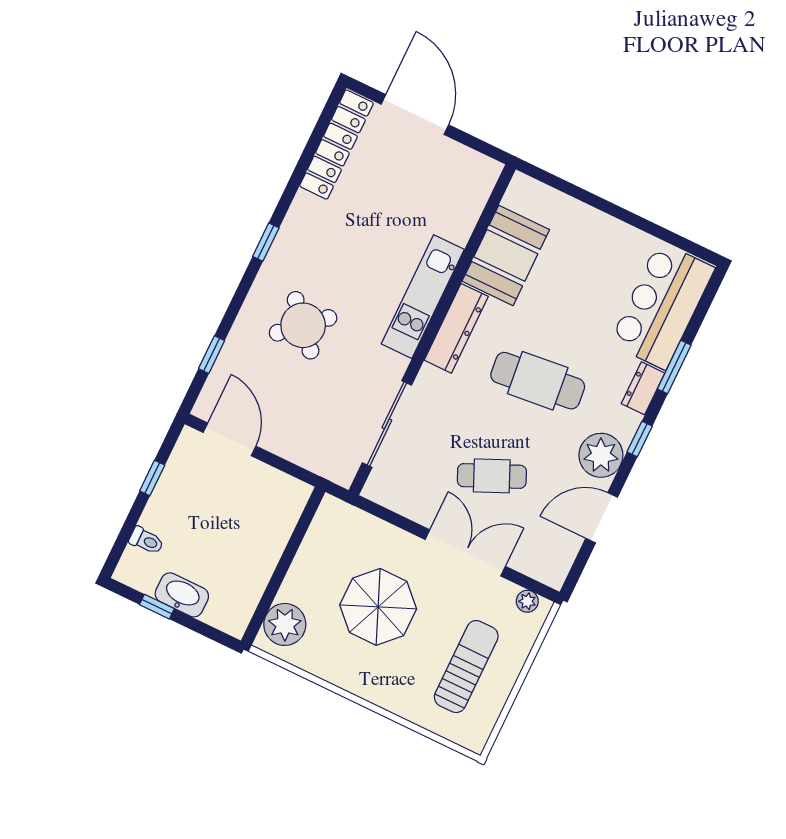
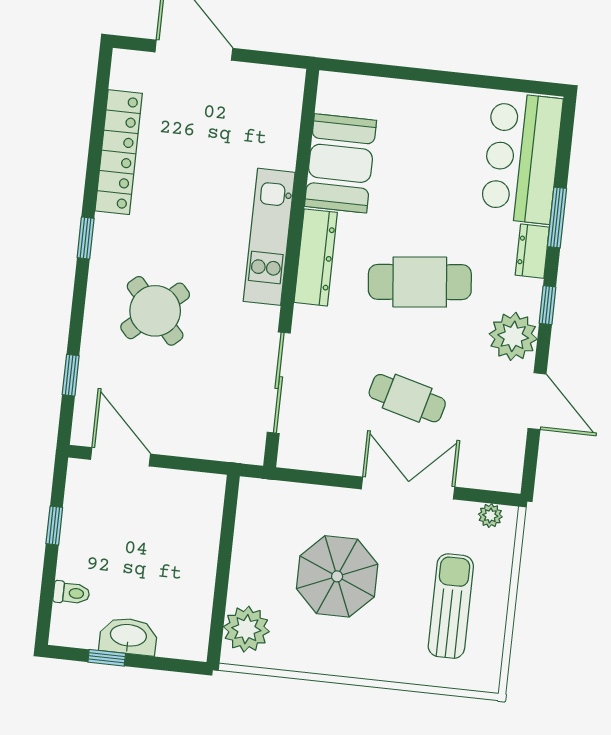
locker: (336, 145) -> (119, 152), moved
cafe table: (492, 476) -> (407, 398), turned 39
door: (602, 518) -> (537, 401), swing flipped

